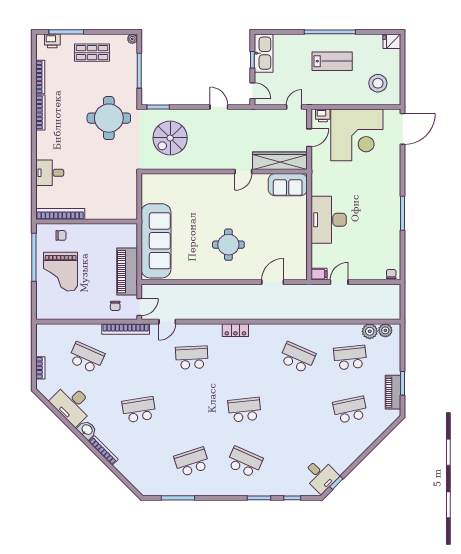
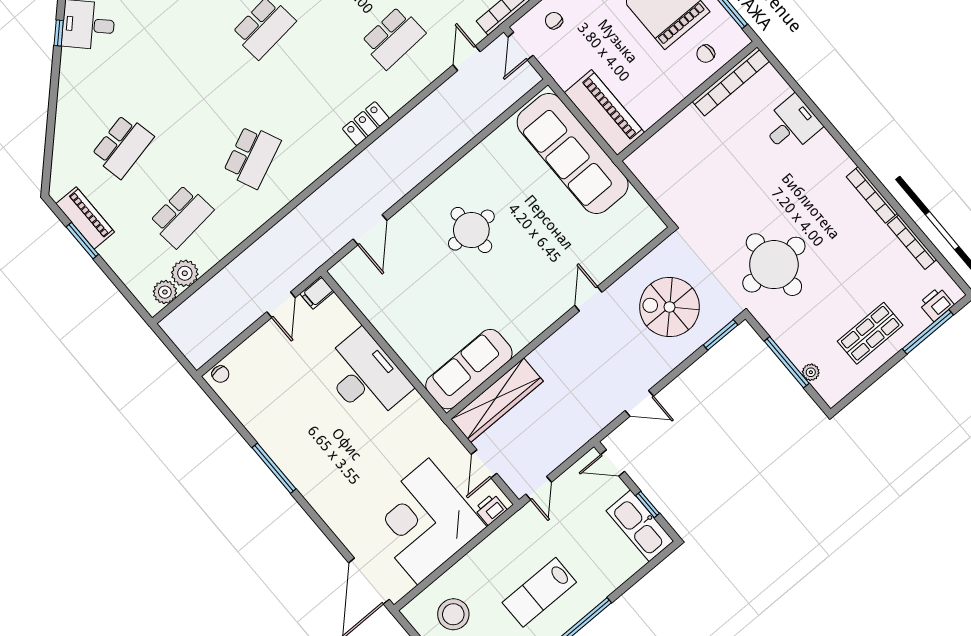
plant: (132, 39) -> (811, 372), moved
spiral stairs: (170, 138) -> (670, 307), turned -90
door: (243, 171) -> (588, 299), moved
sofa: (288, 185) -> (469, 369), width x1.36
piano: (127, 272) -> (604, 113), moved
school desk: (297, 358) -> (252, 157), turned -48

